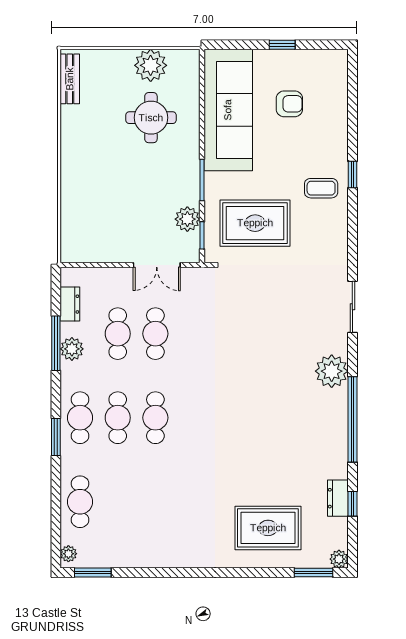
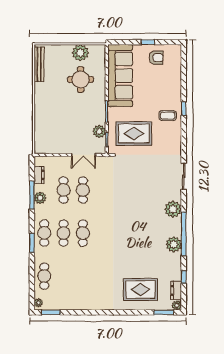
bench: (70, 79) -> (39, 64), width x1.36
armchair: (289, 104) -> (156, 58), moved
plant: (333, 440) -> (174, 244), added
dresser: (338, 498) -> (176, 290), moved

